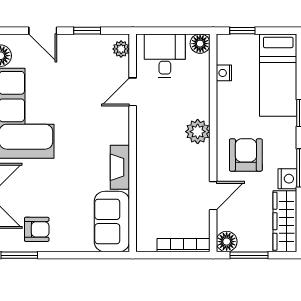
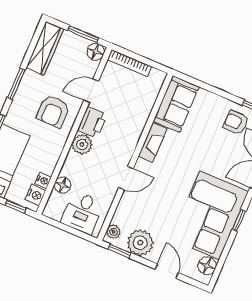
window: (87, 31) -> (119, 251), moved
floor lamp: (200, 44) -> (63, 185), moved
plant: (86, 50) -> (140, 243), added
door: (133, 92) -> (126, 178), moved
printer: (197, 161) -> (92, 122), added
nightstand: (287, 179) -> (35, 195), moved, turned 180

